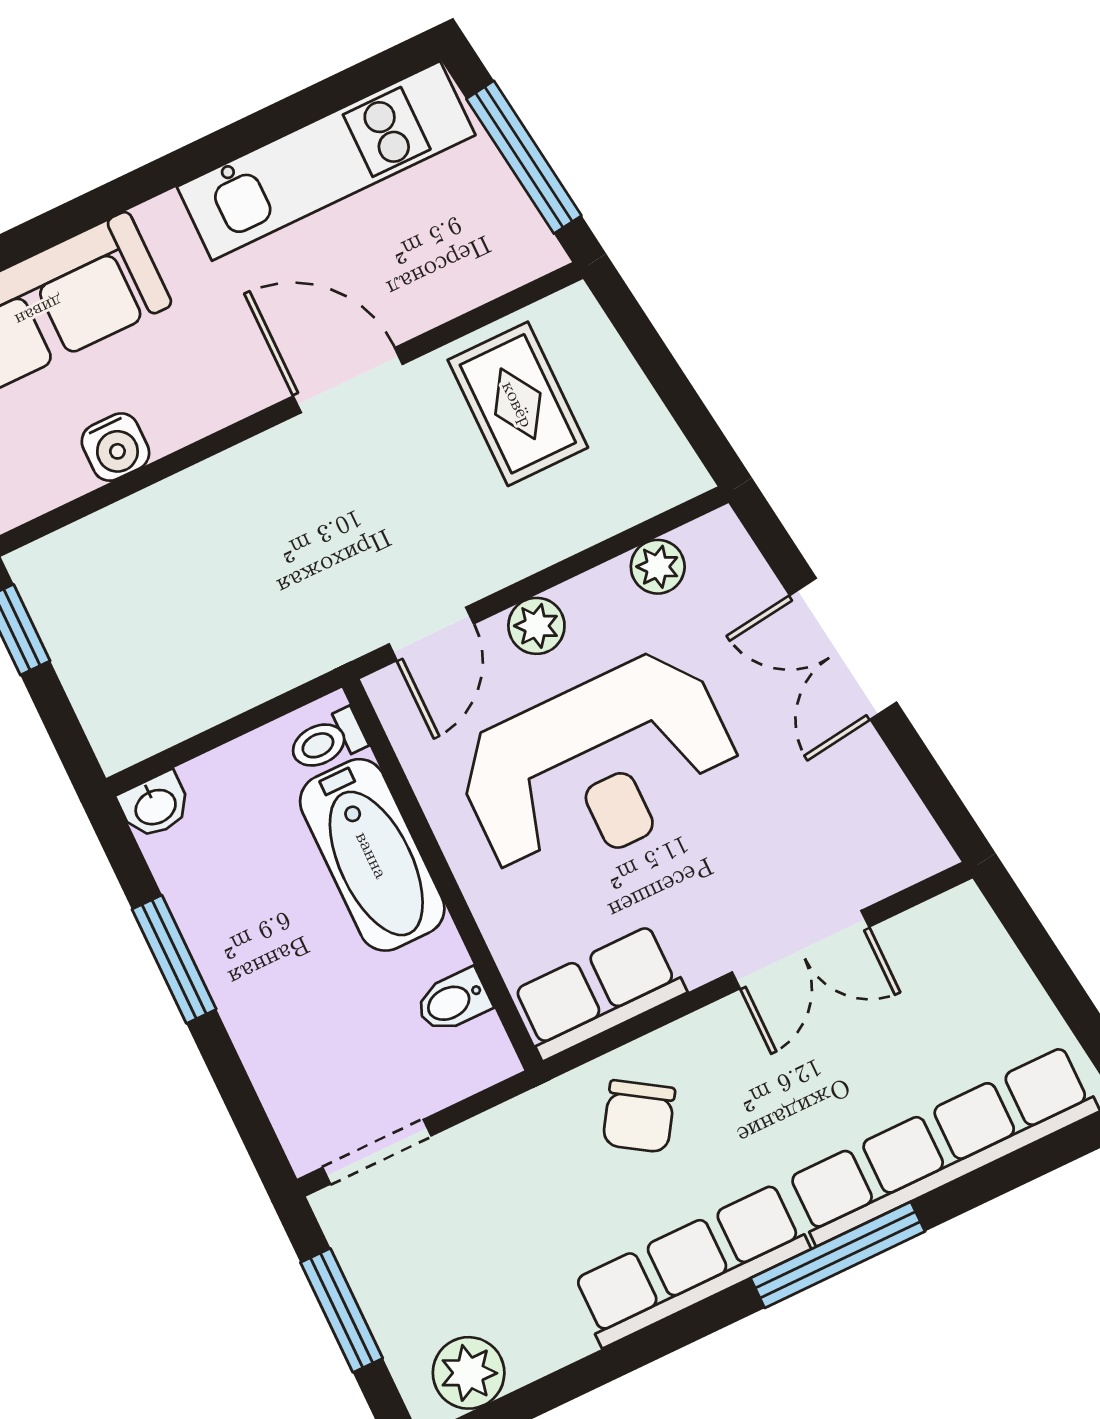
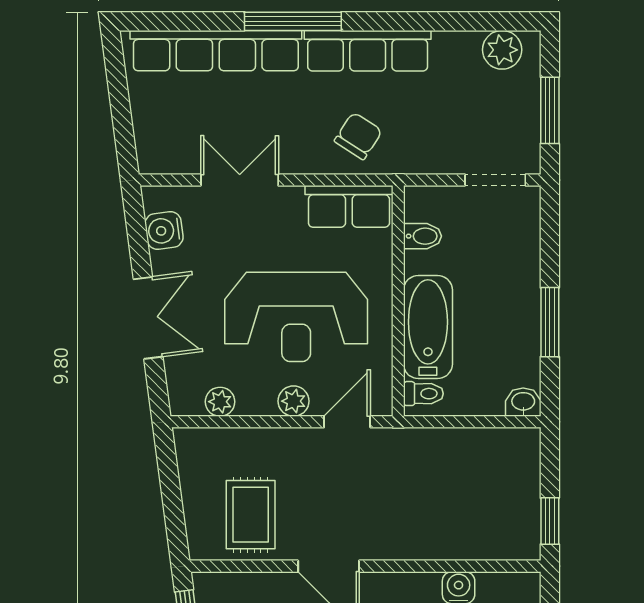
reception desk: (599, 767) -> (296, 317), turned 180
water cooler: (886, 806) -> (164, 231), added

